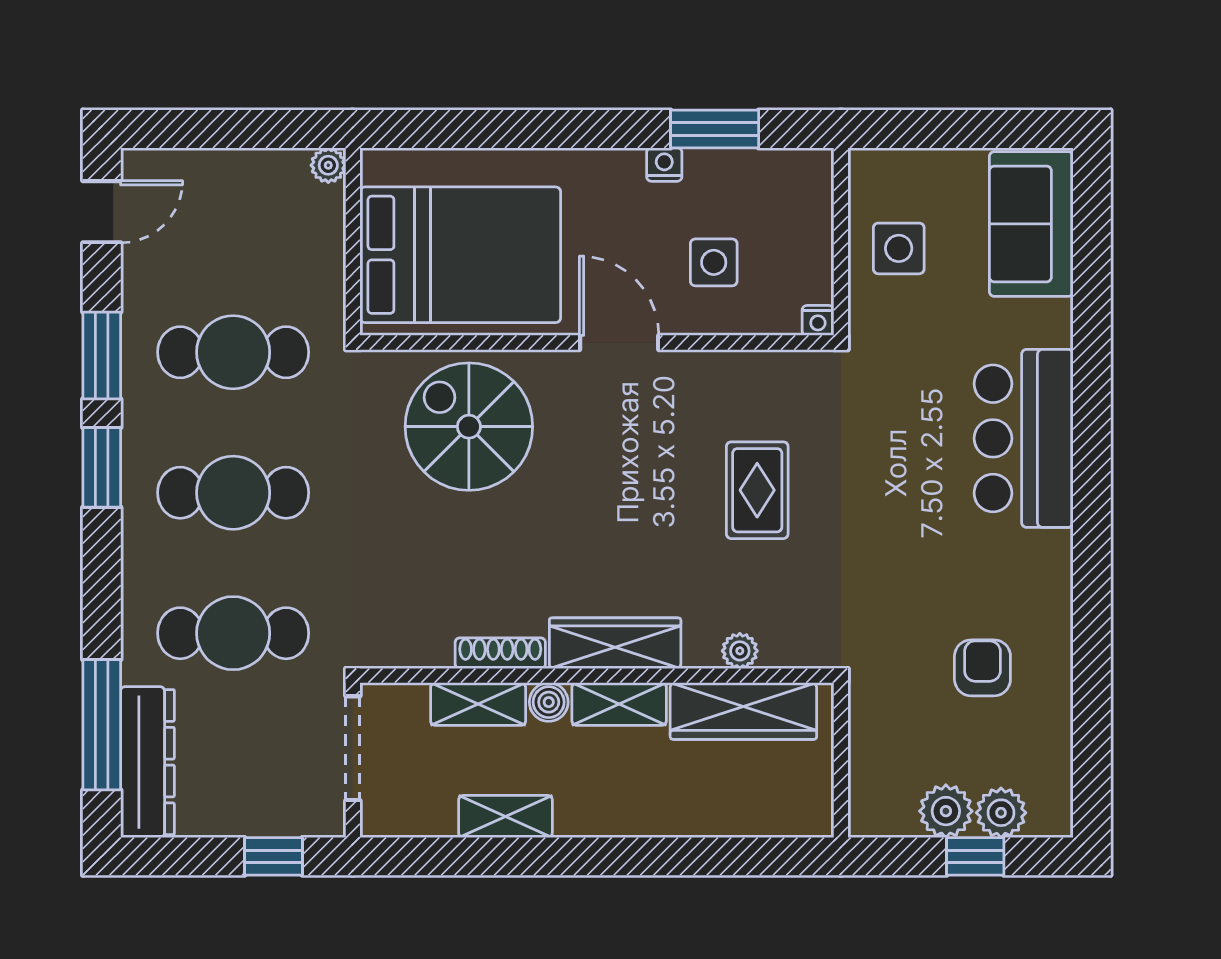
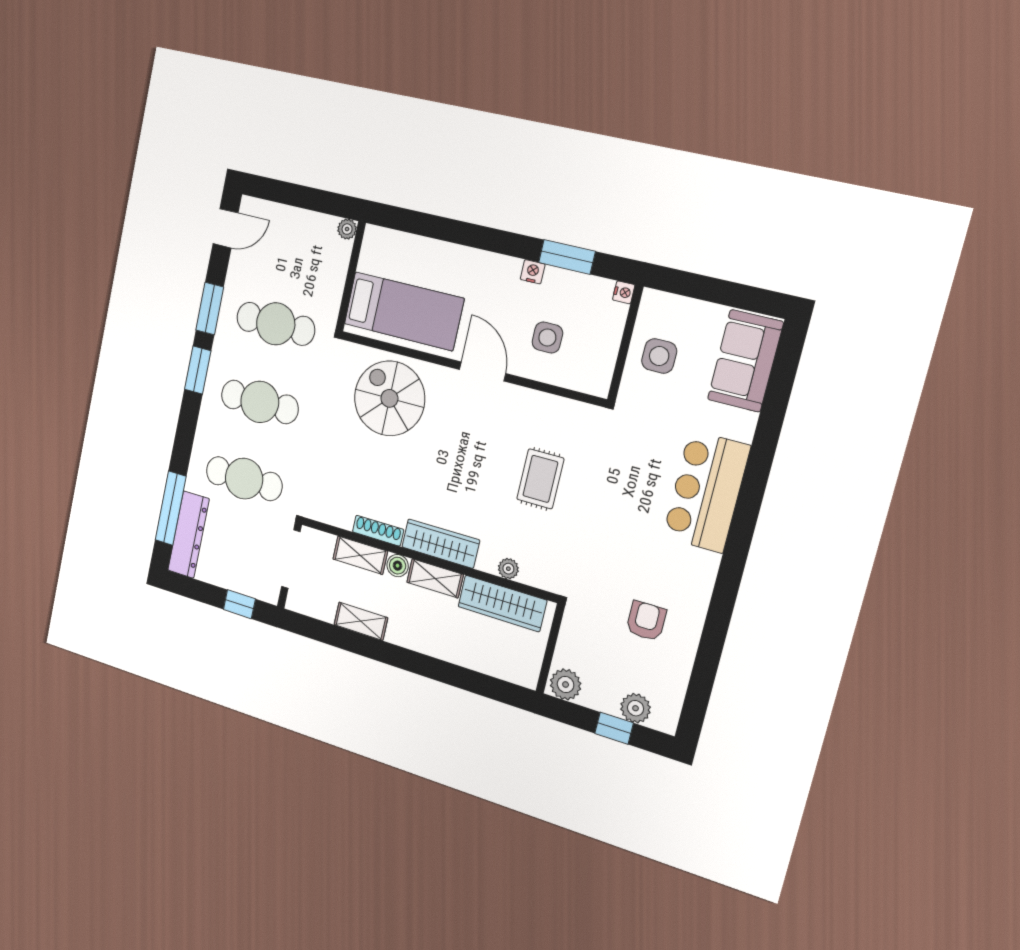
bed: (460, 255) -> (404, 311), width x0.67
nightstand: (818, 320) -> (624, 292), moved, turned -90
plant: (946, 811) -> (566, 684), moved

